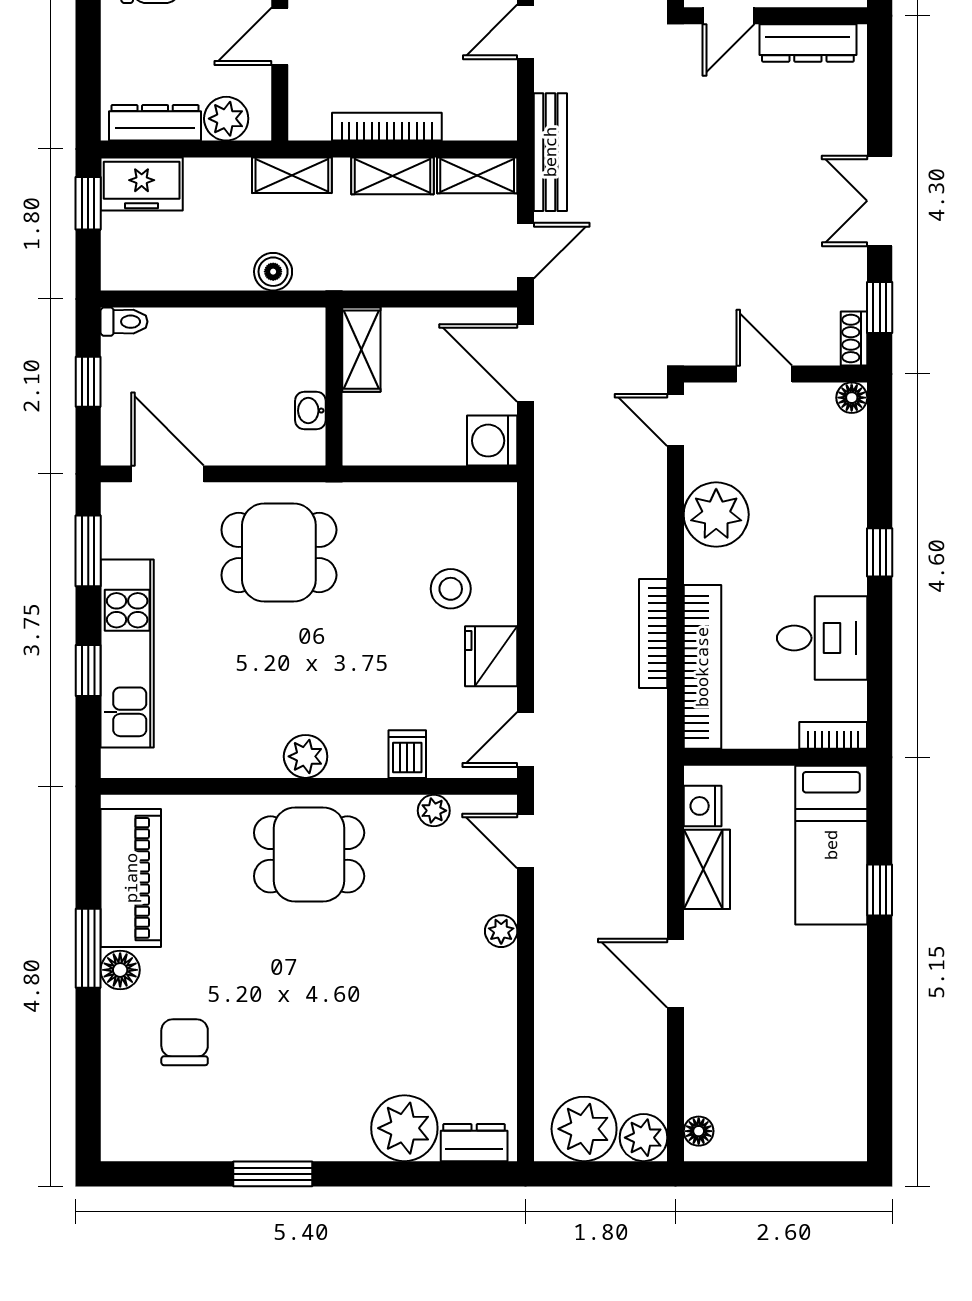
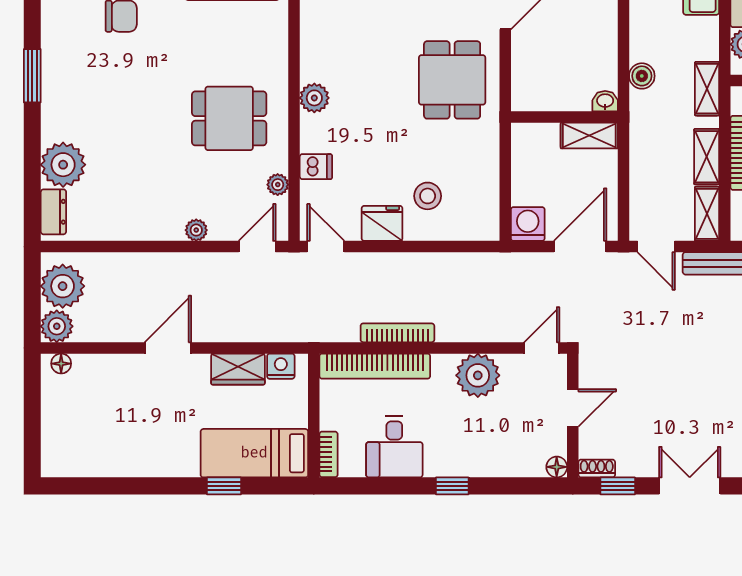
washbasin: (310, 411) -> (605, 101), moved
dining table: (309, 854) -> (229, 118), moved, turned 90

